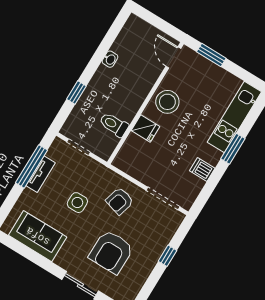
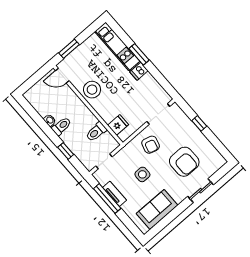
toilet: (107, 77) -> (61, 126), added
fridge: (145, 128) -> (118, 125), moved
dishwasher: (202, 170) -> (139, 71), moved

